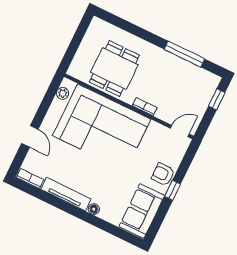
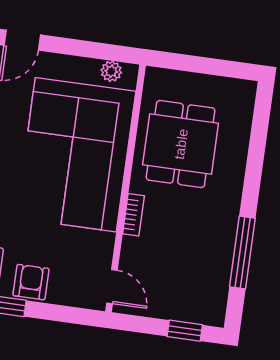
dining table: (114, 69) -> (181, 144), turned 90

